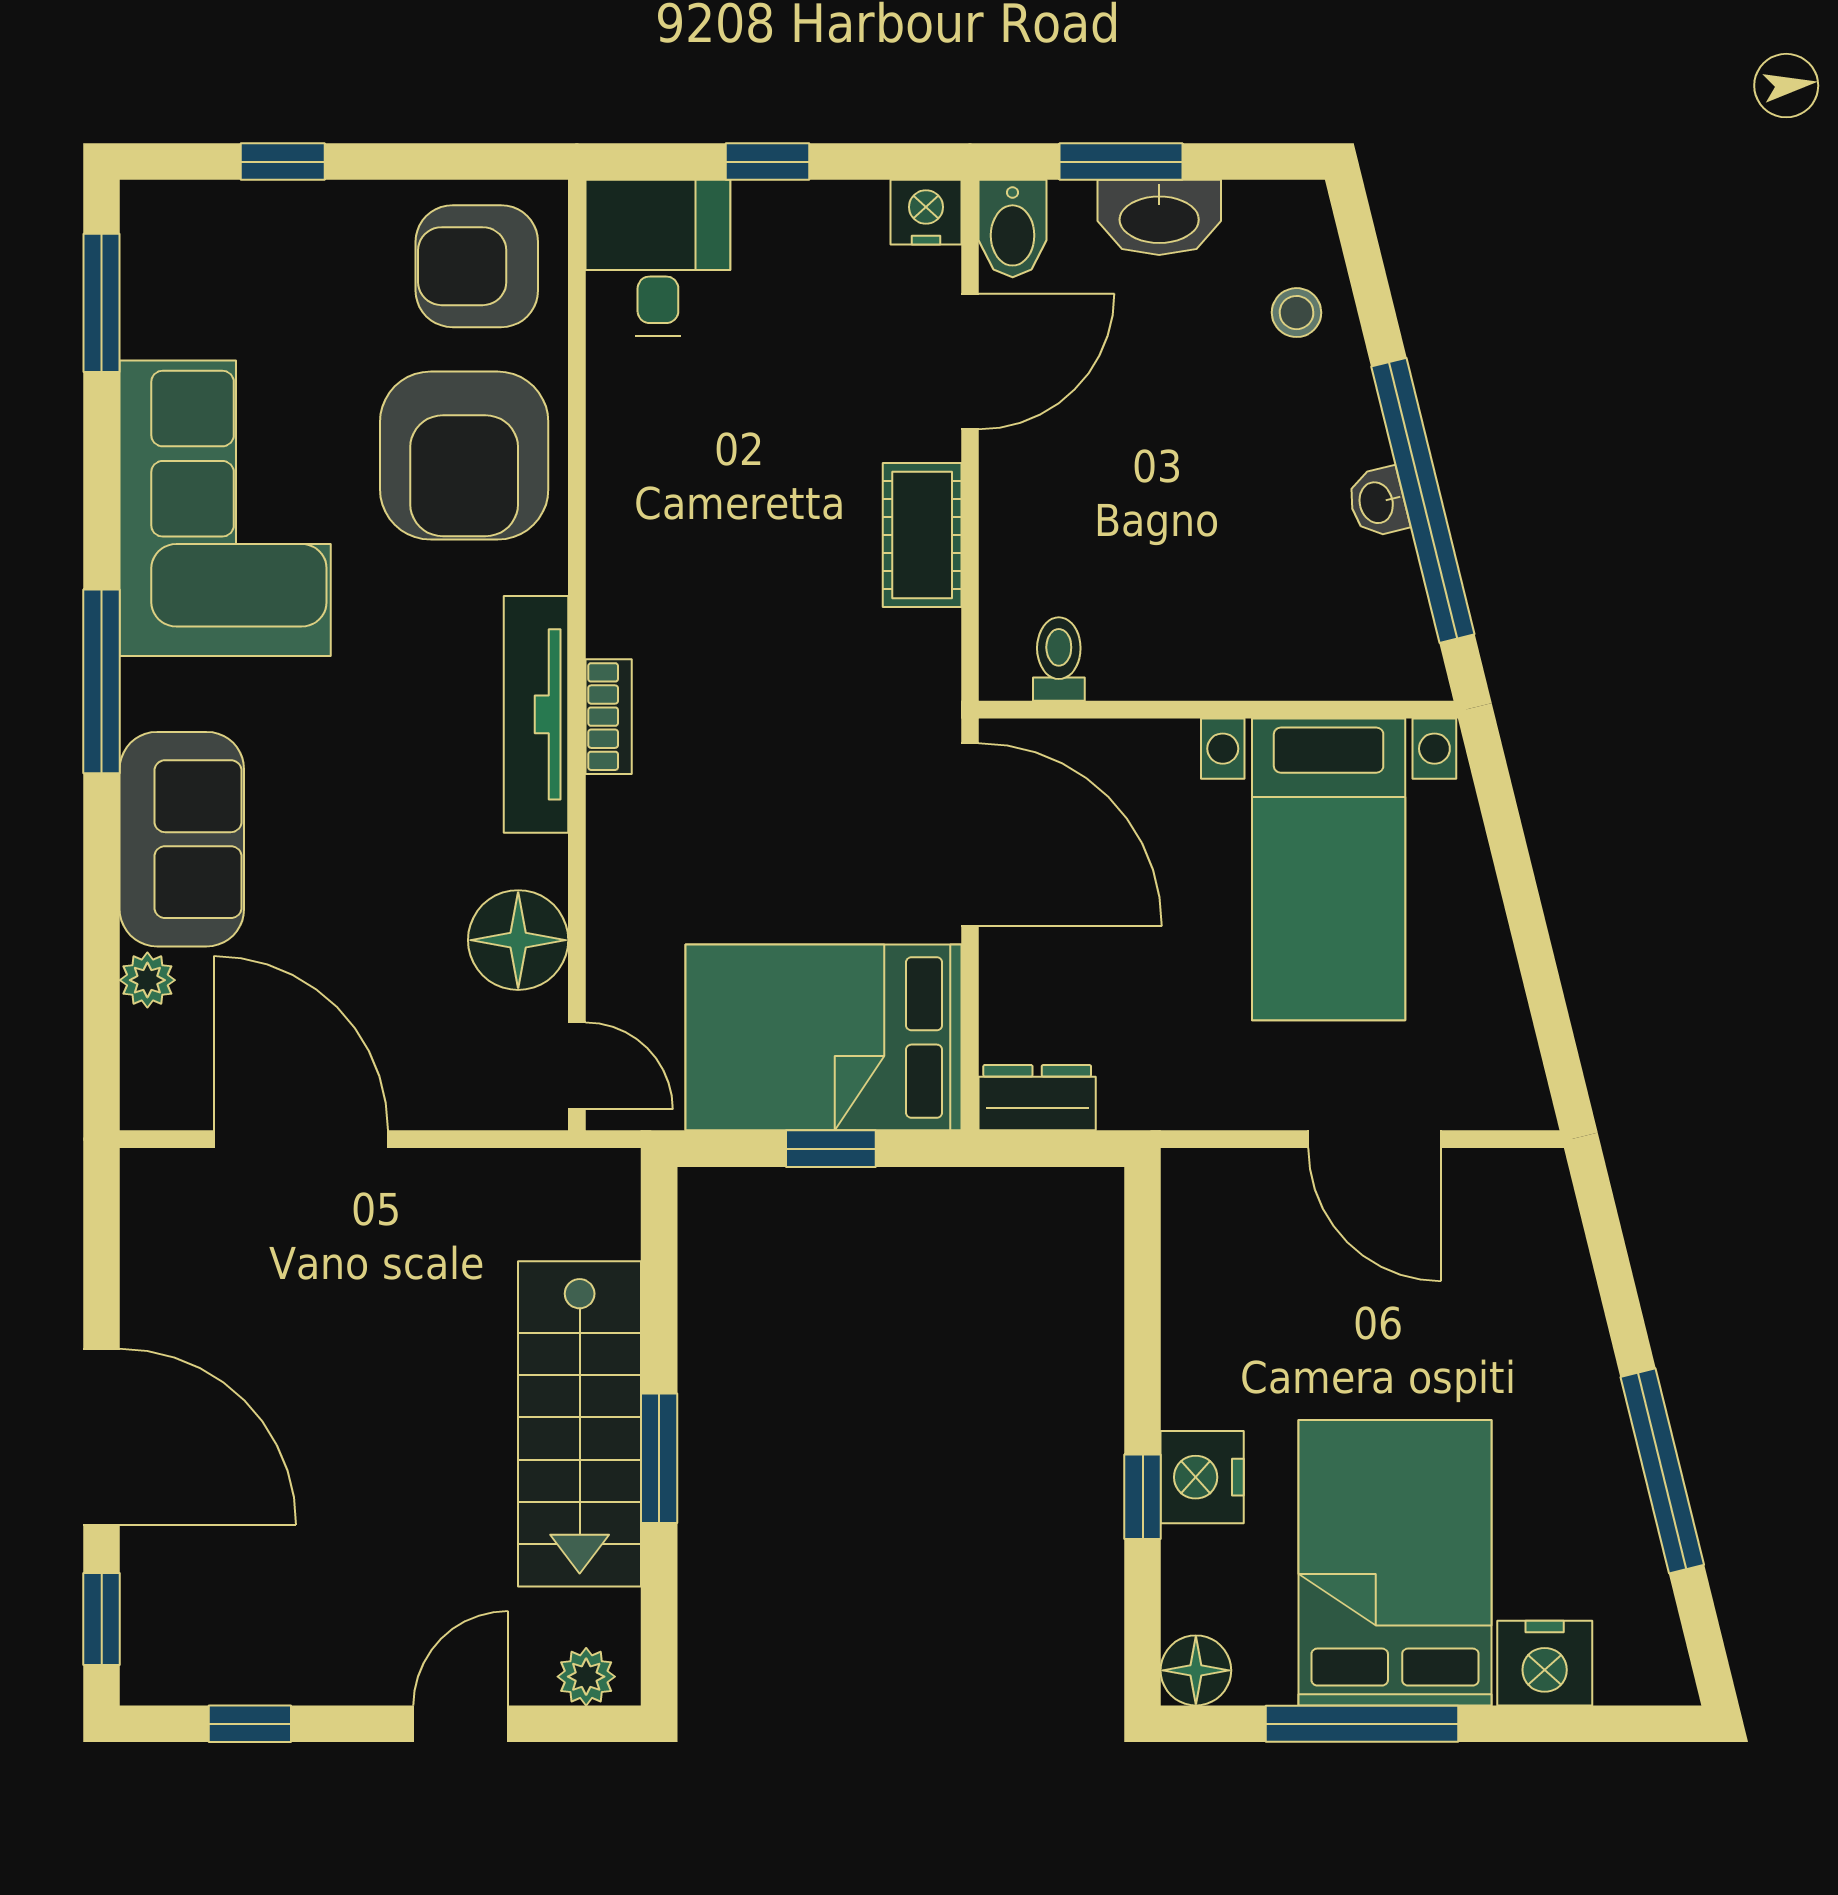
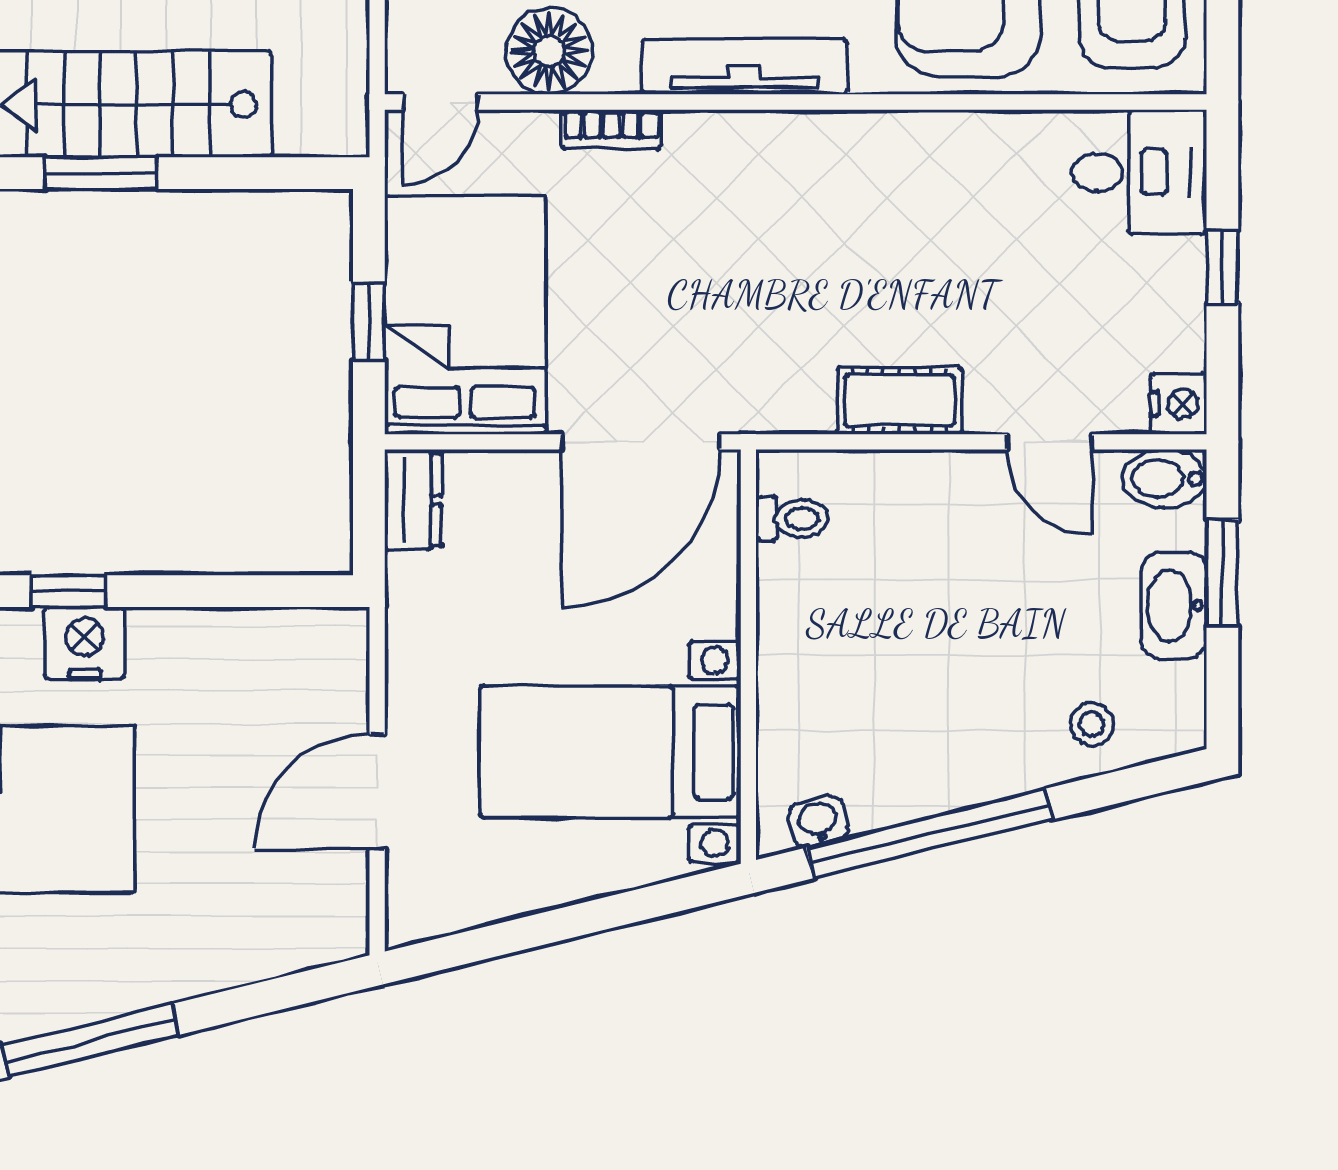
door: (970, 361) -> (1050, 442), width x0.73
washbasin: (1378, 502) -> (818, 821), moved
bookcase: (609, 717) -> (612, 129), moved

